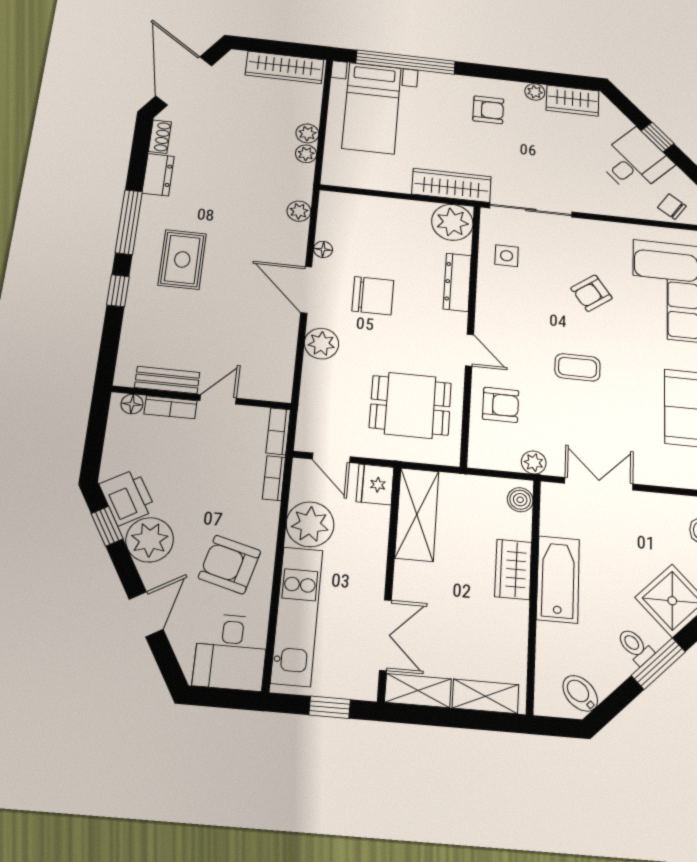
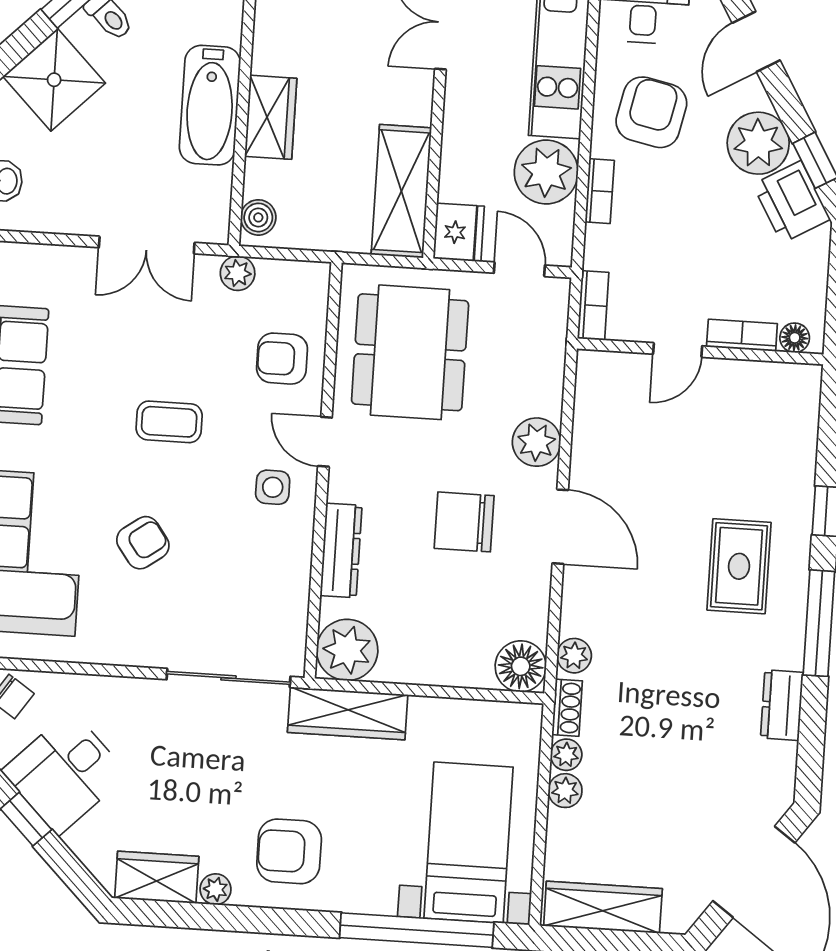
armchair: (488, 110) -> (289, 851), width x1.38, depth x1.38
shoe rack: (160, 137) -> (567, 708), moved, turned 180
floor lamp: (323, 249) -> (521, 666), moved, width x1.89, depth x1.89
side table: (507, 256) -> (273, 487), moved
bench: (167, 380) -> (749, 376), removed
dining table: (410, 405) -> (410, 352), width x1.37
bookcase: (274, 478) -> (600, 191), moved
armchair: (230, 565) -> (651, 112), turned -93

